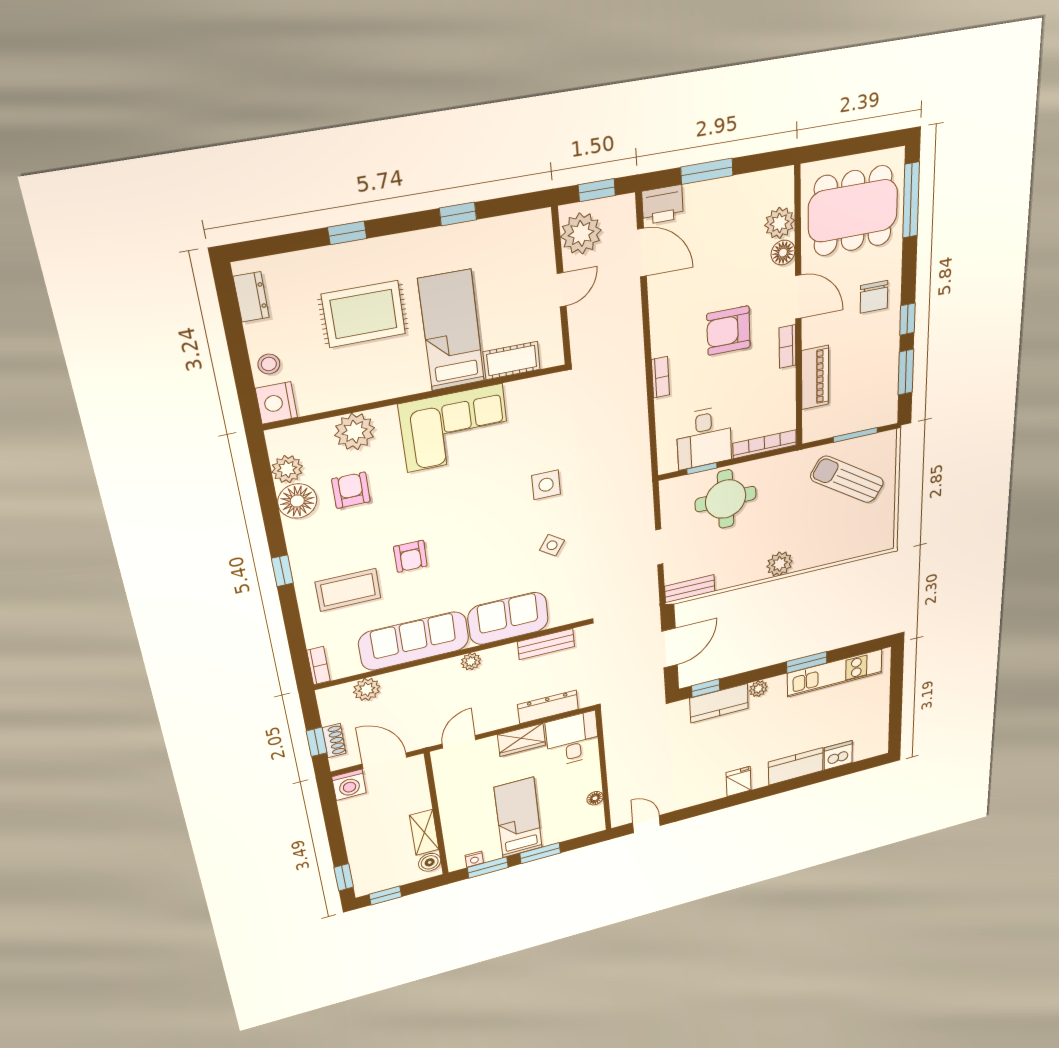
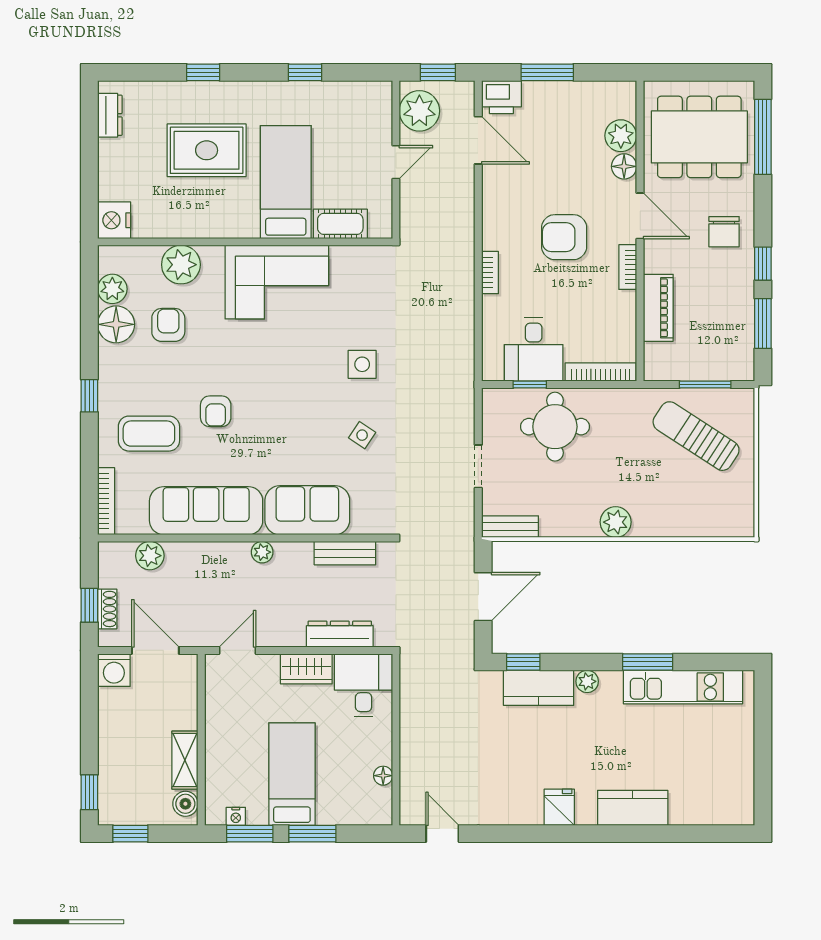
stool: (269, 364) -> (114, 181), removed
bookcase: (318, 666) -> (106, 501), width x1.56
dishwasher: (838, 755) -> (688, 809), removed

